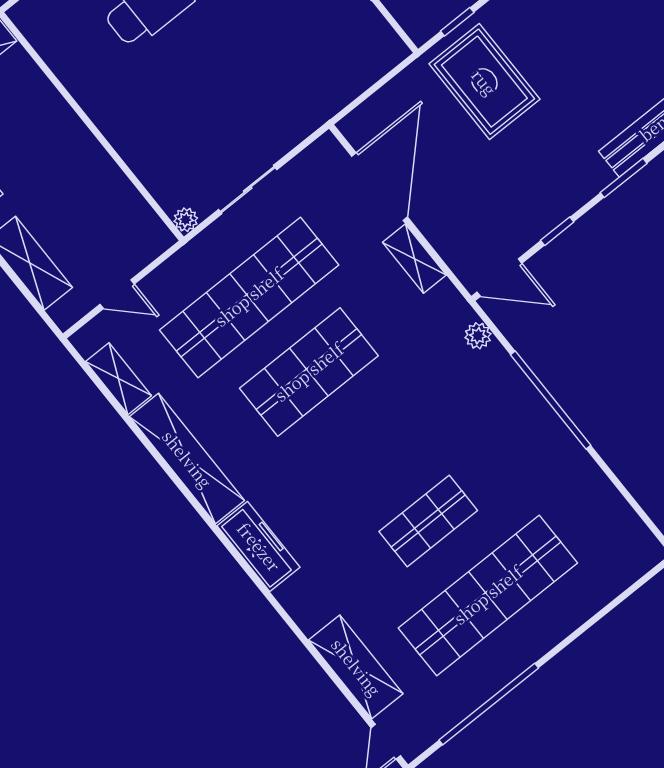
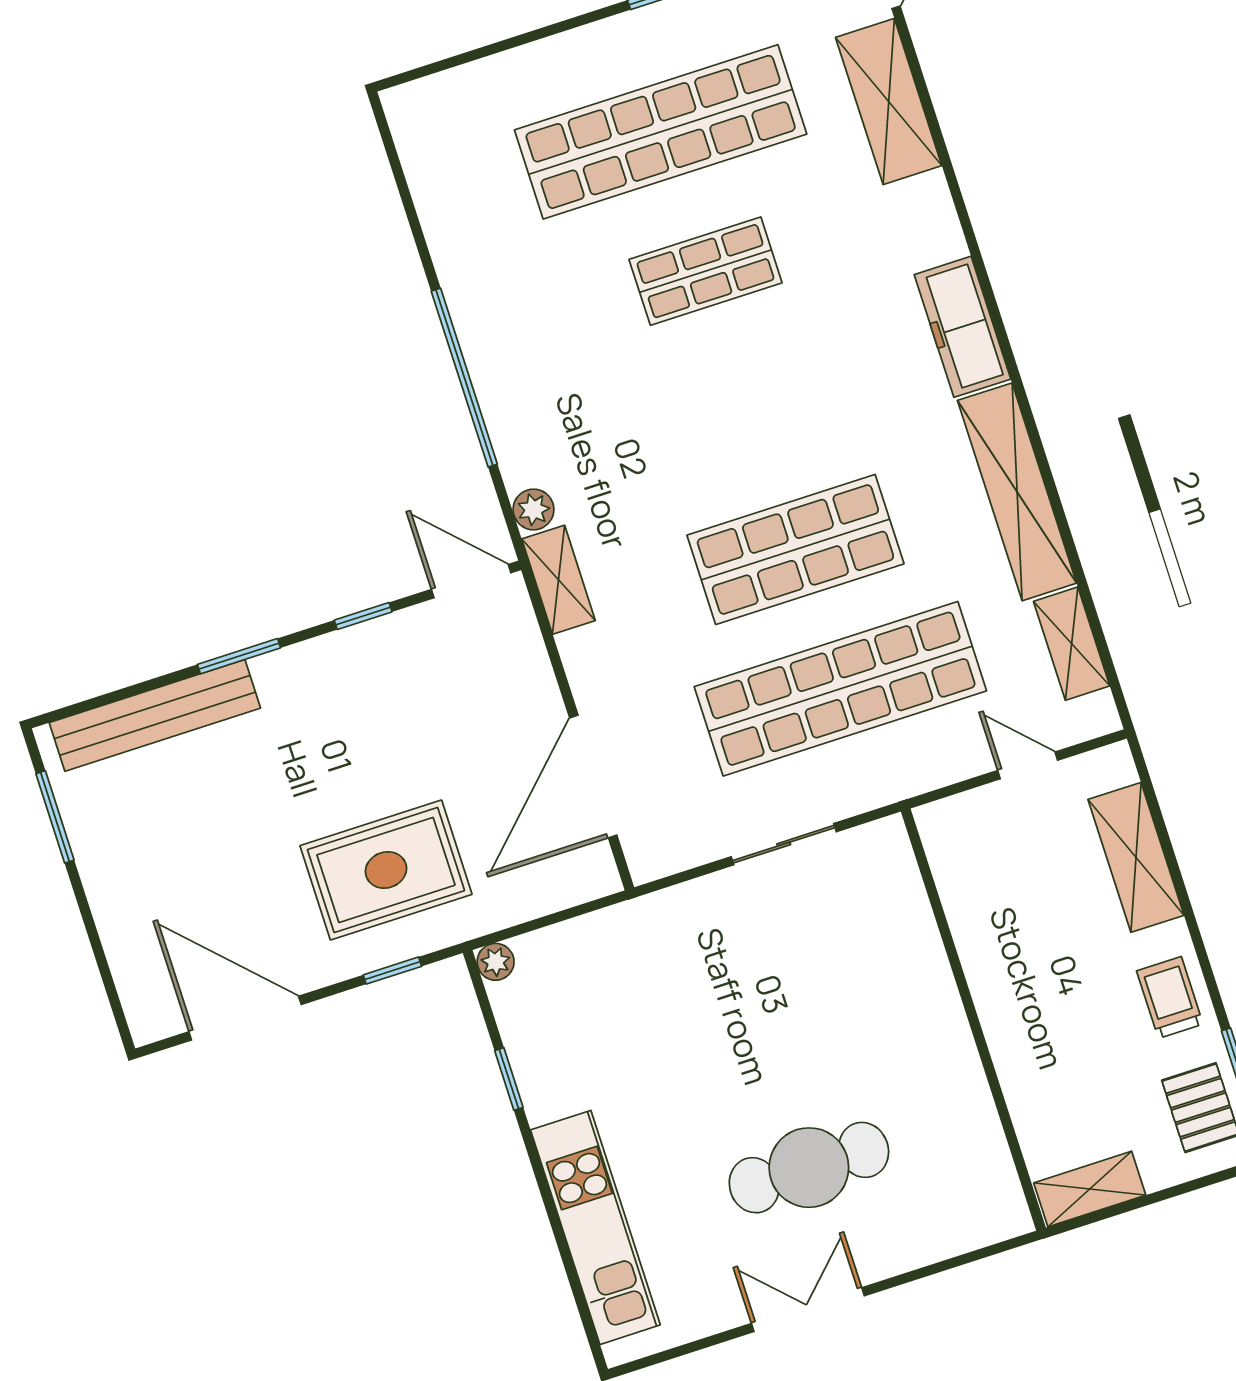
rug: (484, 82) -> (386, 870), turned 90
plant: (186, 220) -> (496, 962), moved
shelving: (414, 259) -> (559, 580), moved

